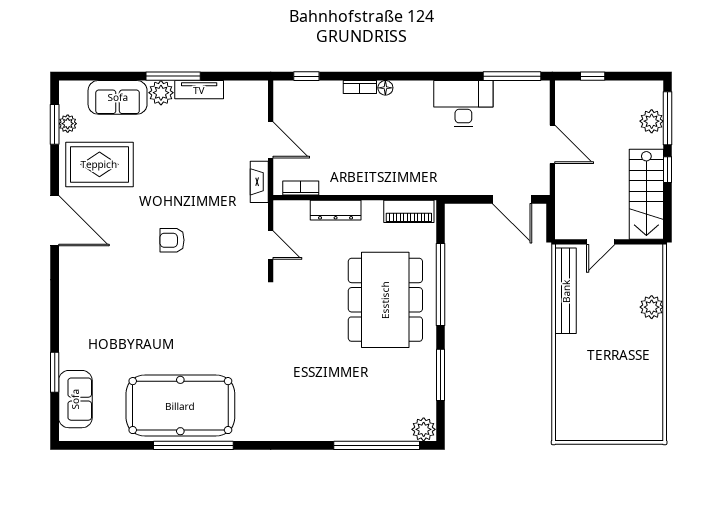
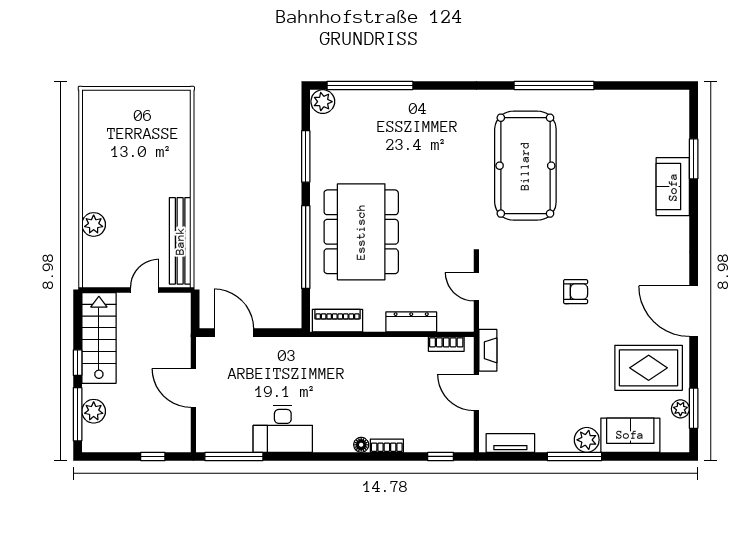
tv unit: (199, 90) -> (510, 443), moved
sofa: (75, 399) -> (673, 187), moved
pool table: (180, 406) -> (525, 166), moved, turned 90

